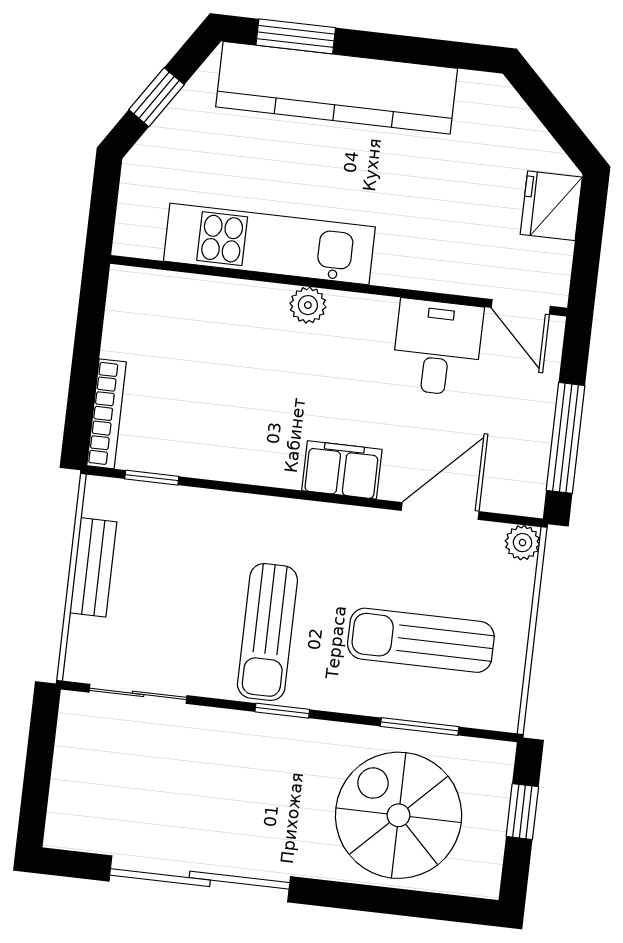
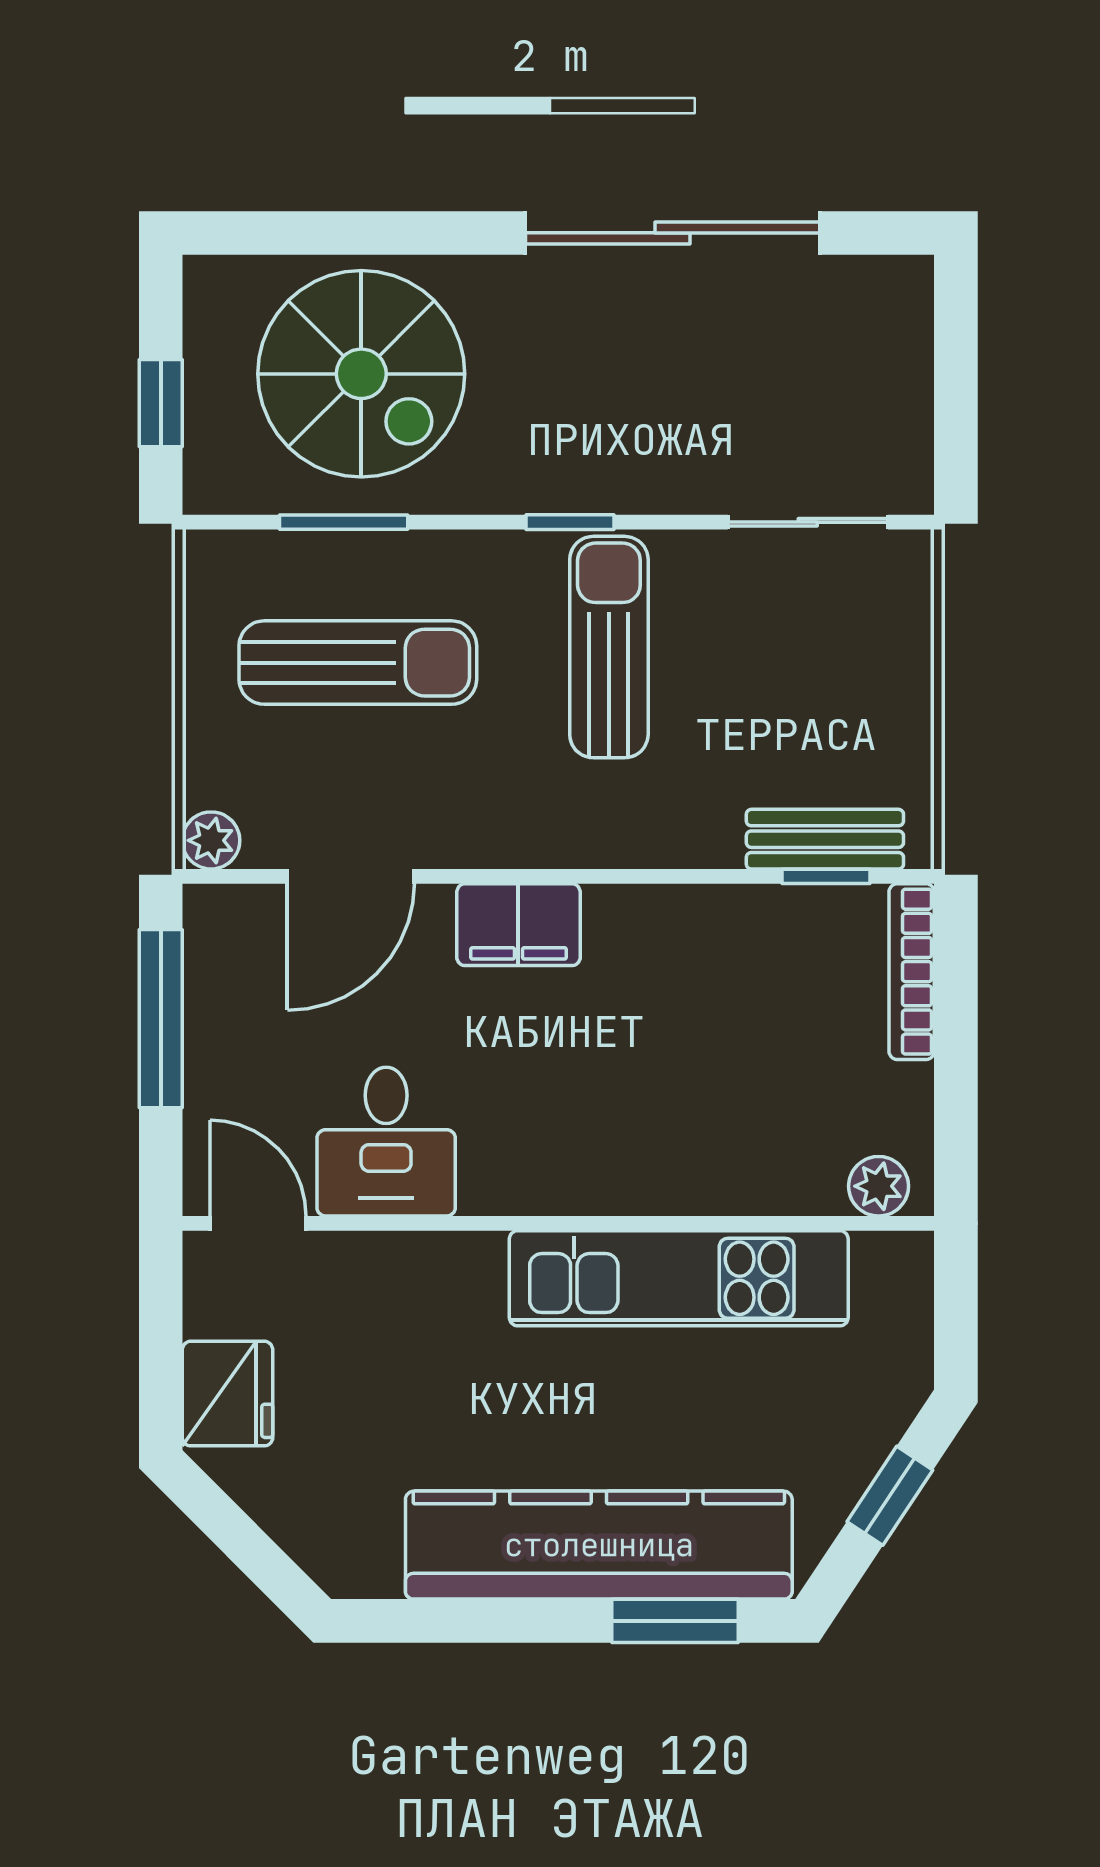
plant: (308, 305) -> (879, 1186), moved
bench: (93, 567) -> (825, 839), moved, turned 90

